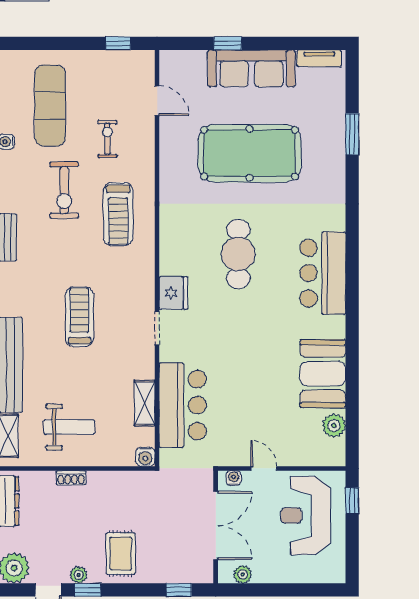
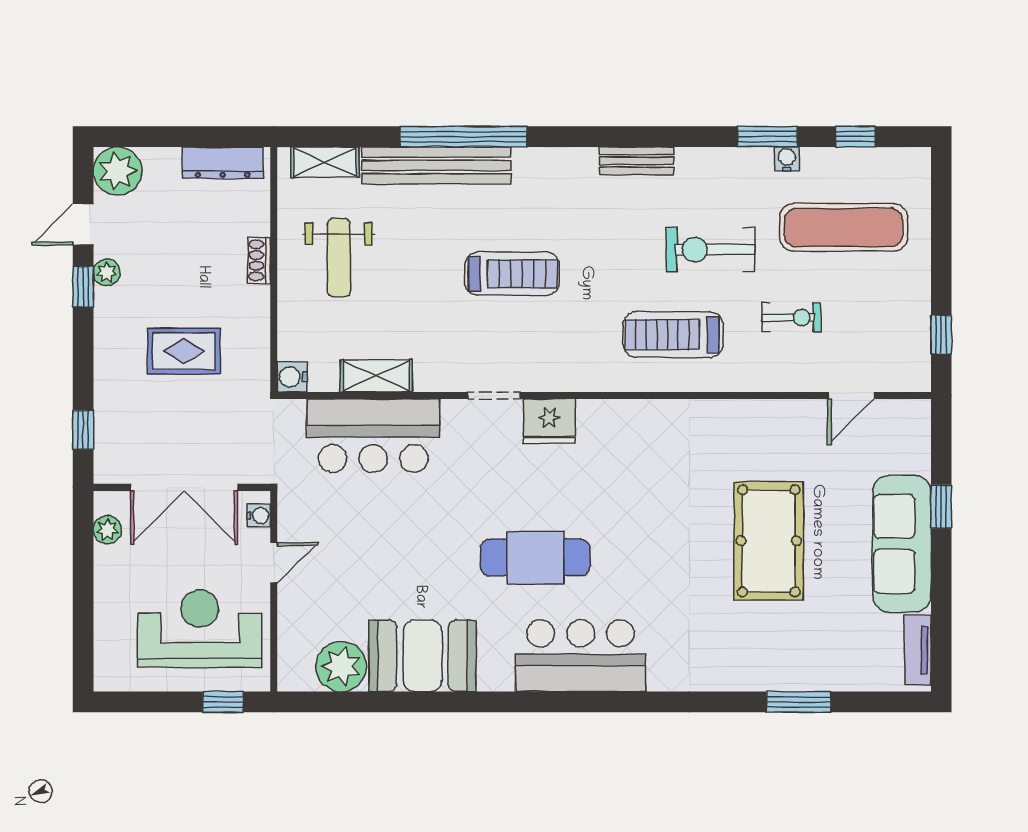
pool table: (250, 153) -> (769, 541), width x0.73, depth x0.76
cafe table: (238, 254) -> (535, 557), moved
plant: (334, 425) -> (341, 667), width x1.36, depth x1.36
rug: (121, 553) -> (184, 351), moved

